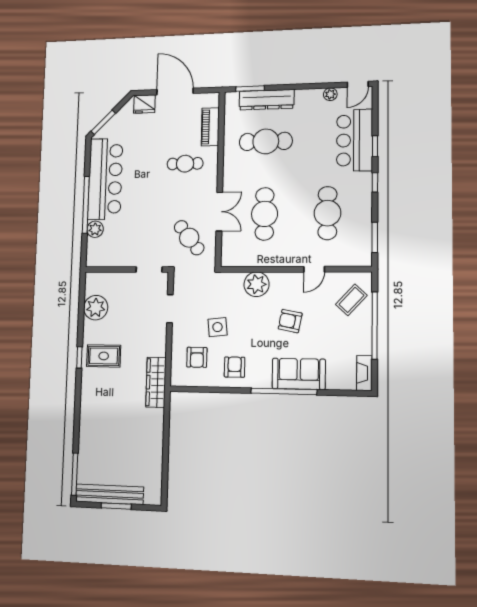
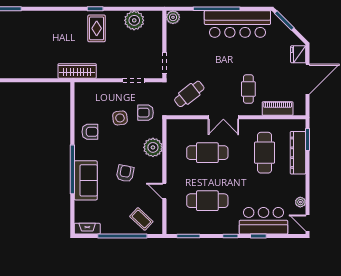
double door: (219, 212) -> (223, 117), moved
plant: (95, 229) -> (173, 17), moved
armchair: (197, 357) -> (146, 113), moved

